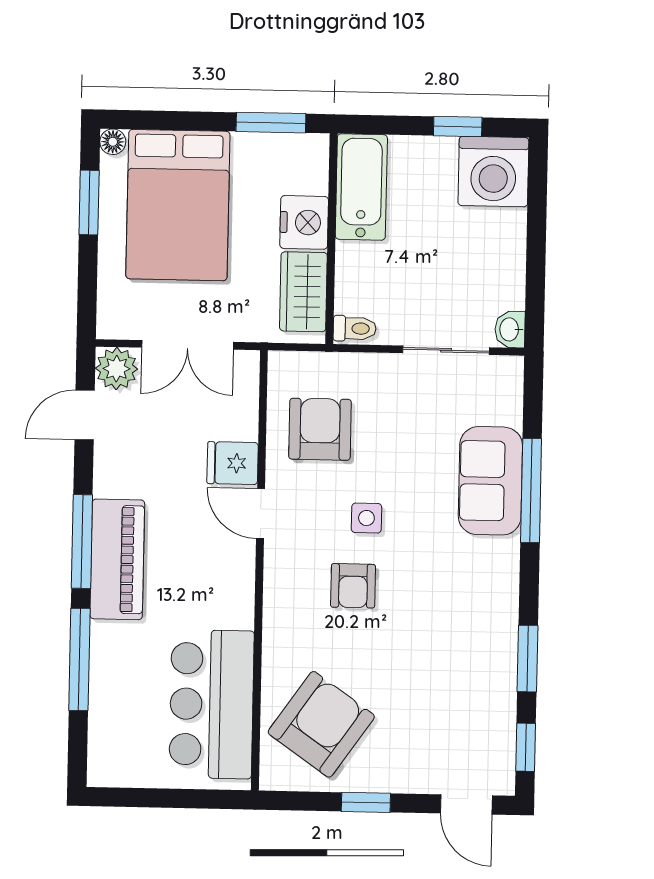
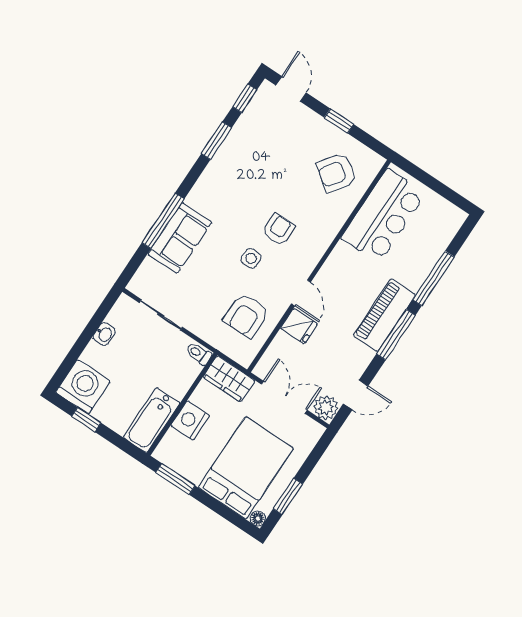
wardrobe: (303, 292) -> (229, 379), moved, turned 90
washbasin: (510, 329) -> (104, 334), moved
armchair: (321, 724) -> (337, 172), width x0.73, depth x0.73

